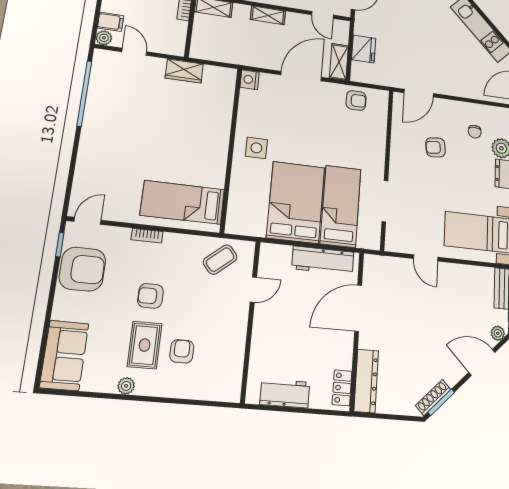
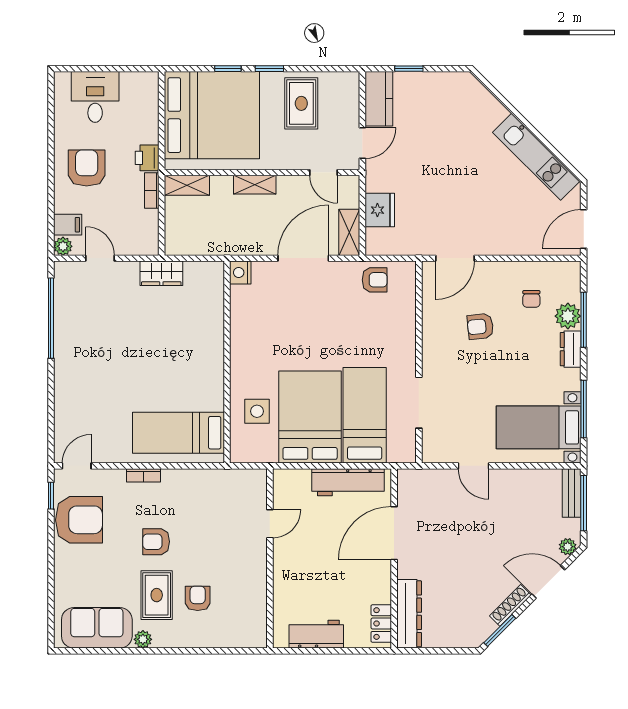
side table: (256, 148) -> (257, 411), moved
coffee table: (220, 260) -> (229, 494), removed
sofa: (64, 355) -> (97, 628), moved, turned -90
shoe rack: (433, 397) -> (510, 605), moved

